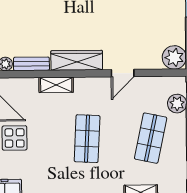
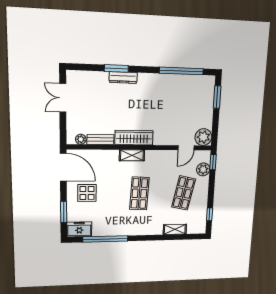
door: (123, 73) -> (186, 148), moved
shelving: (56, 85) -> (132, 155), moved

